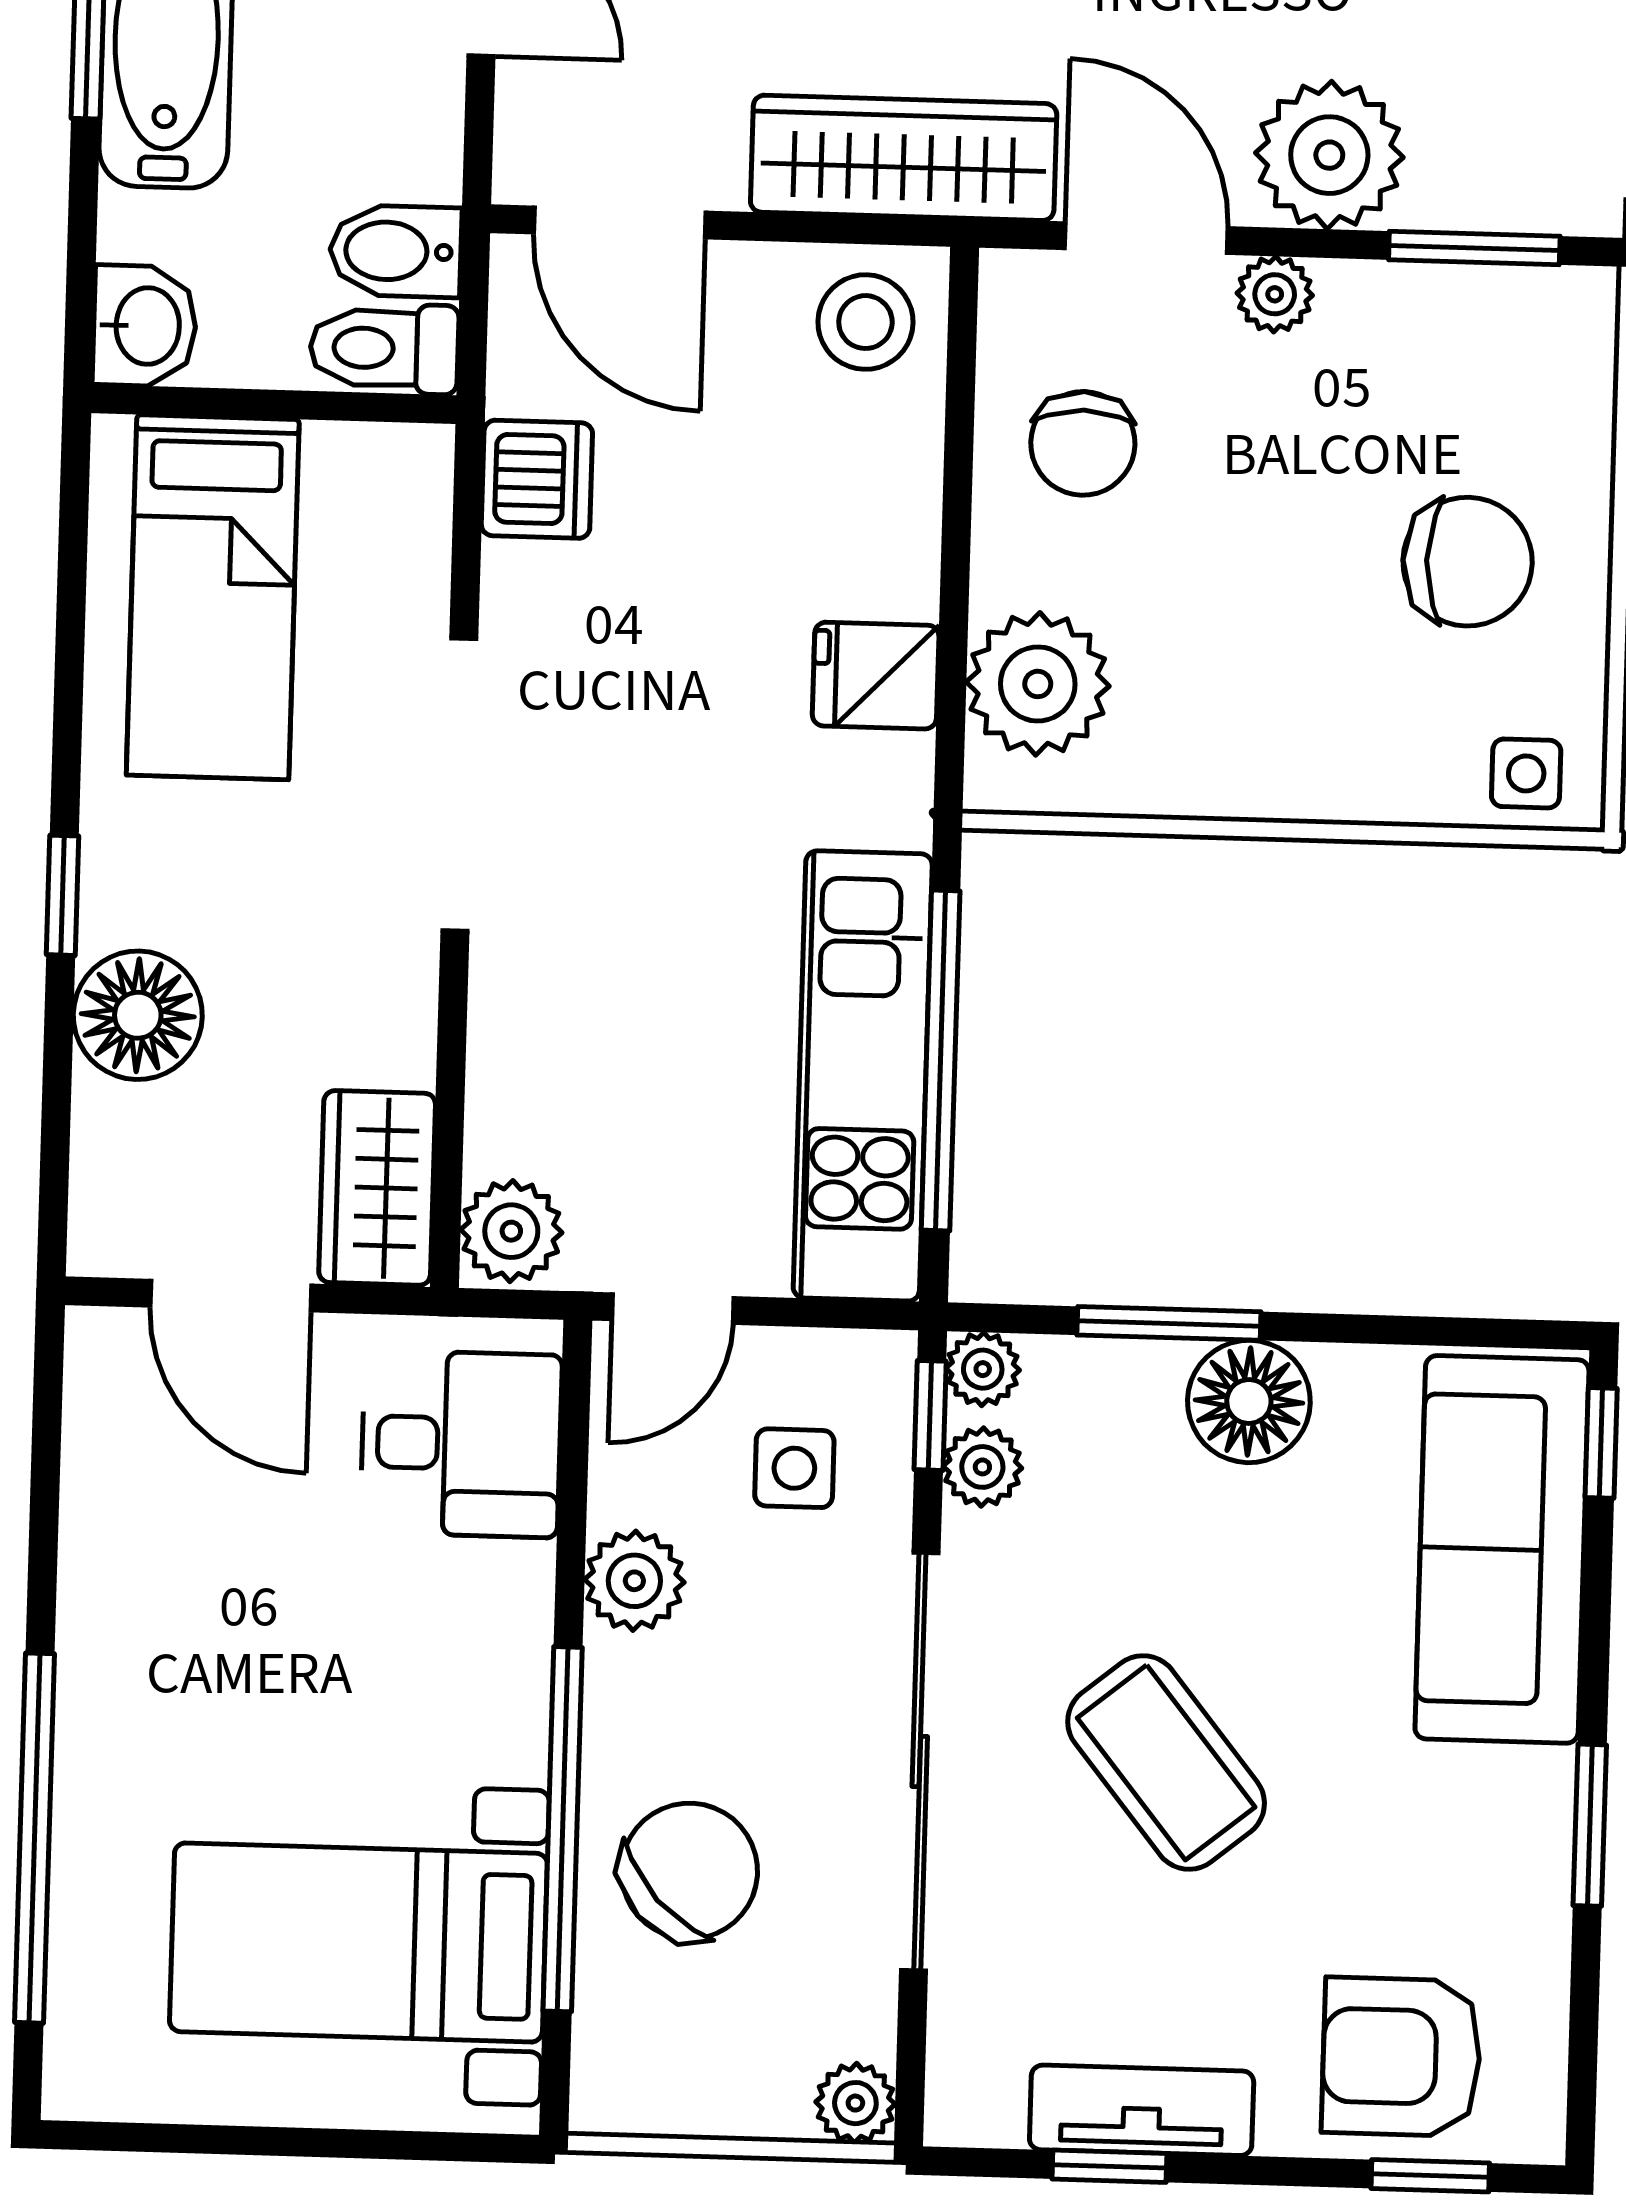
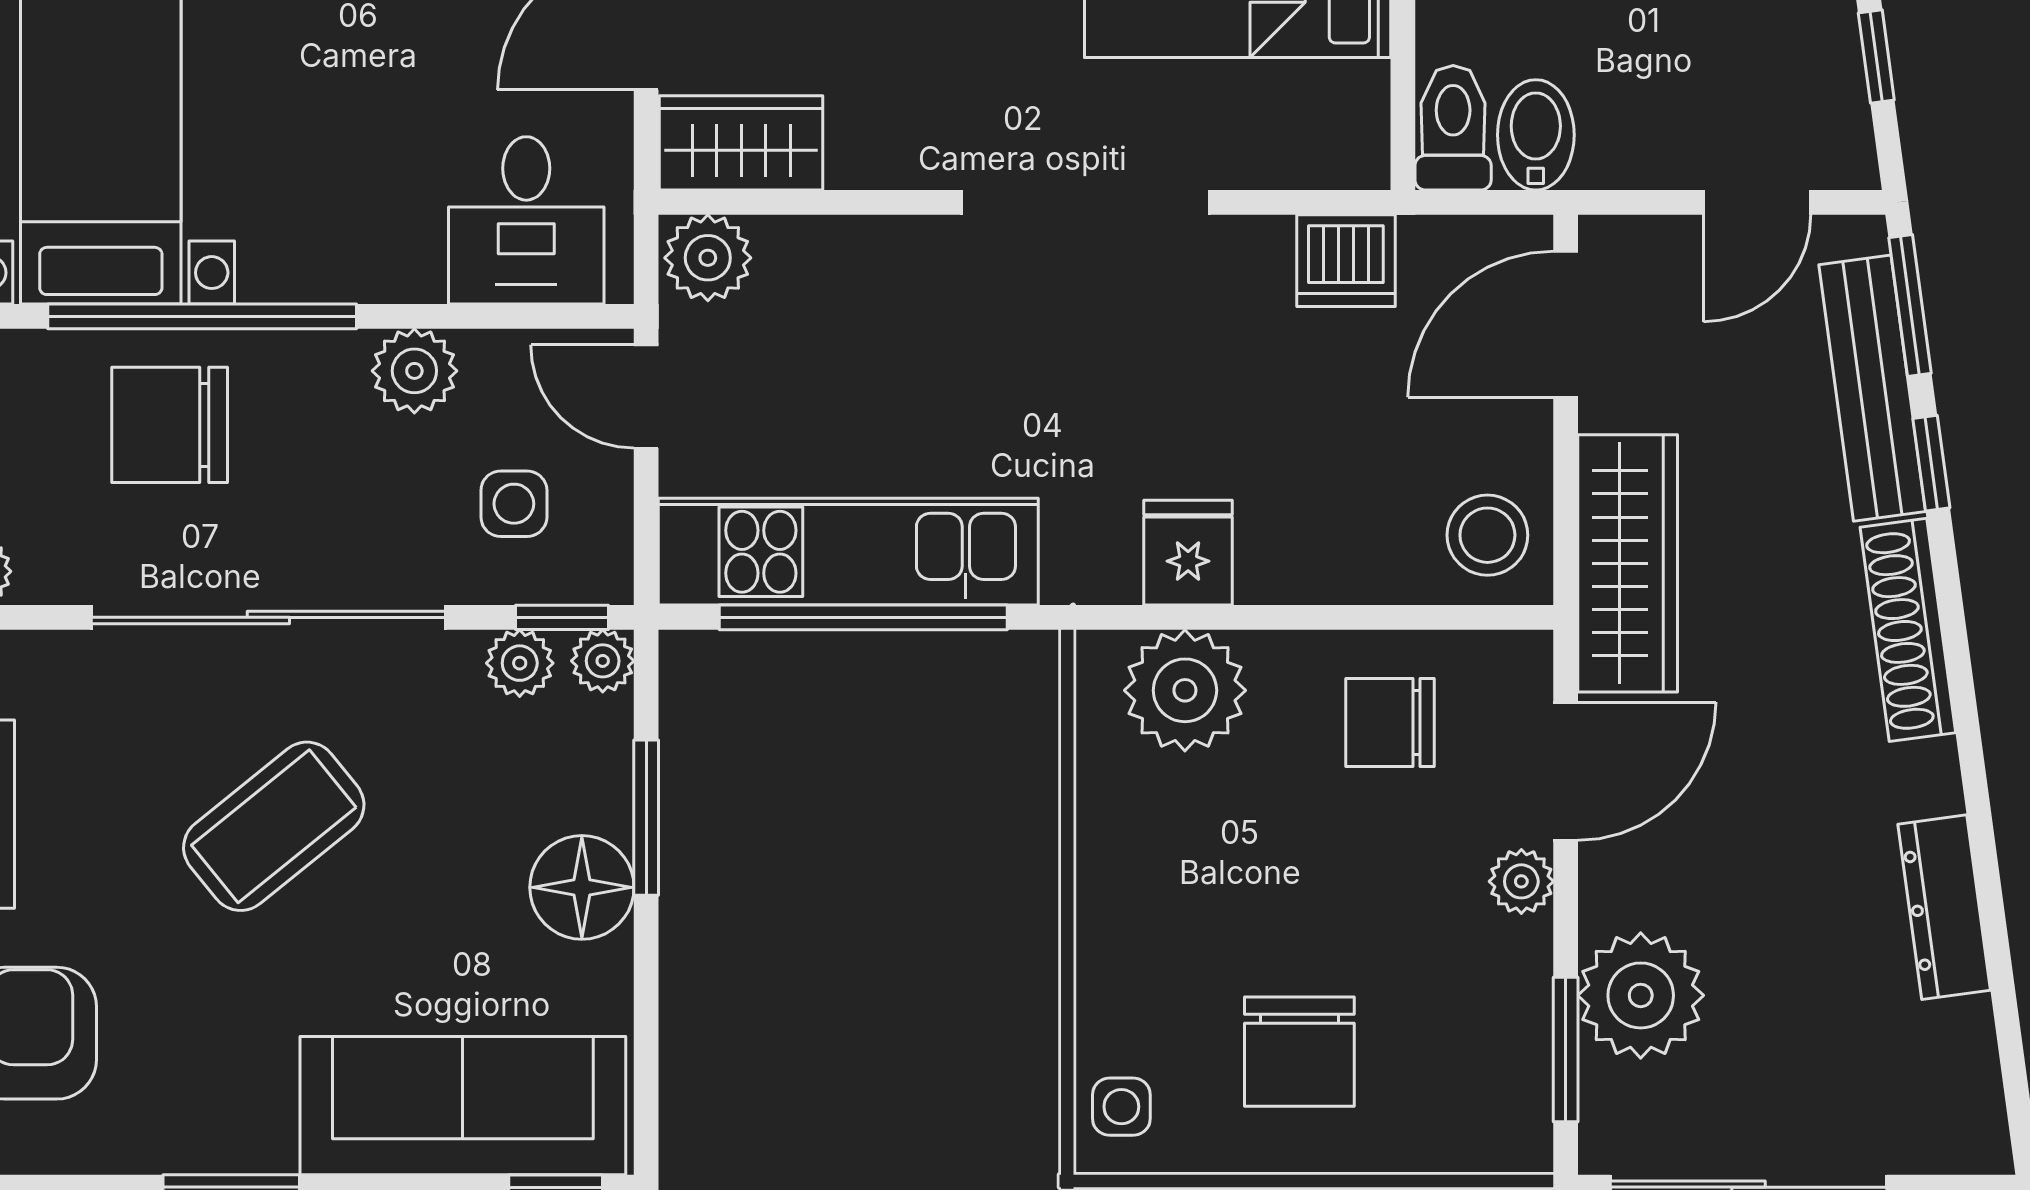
plant: (1329, 155) -> (1641, 995), moved
chair: (689, 1871) -> (170, 425), turned 133

